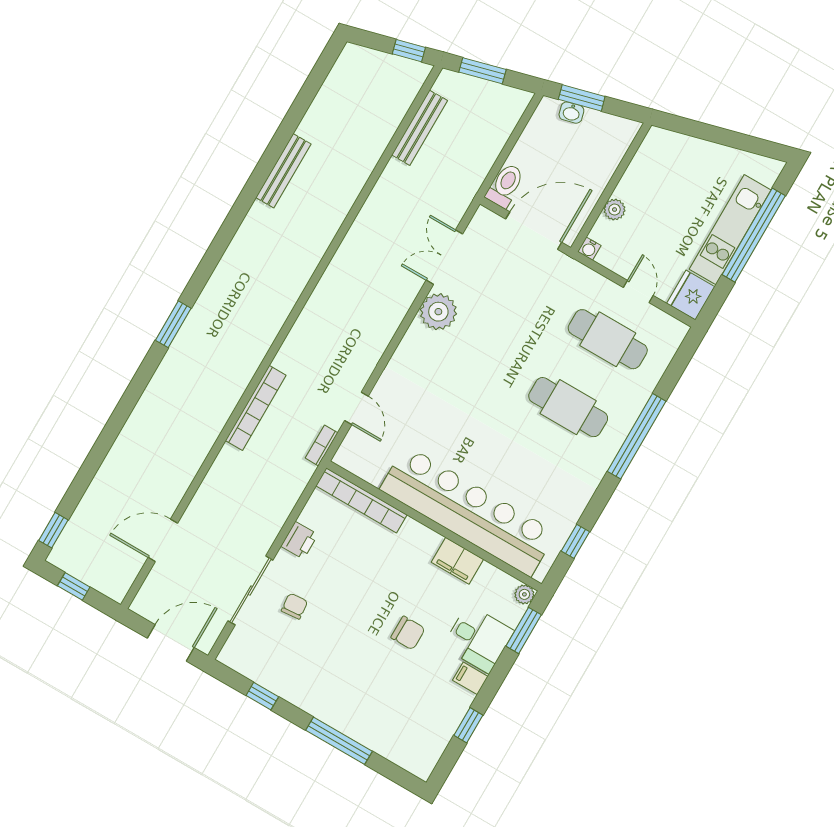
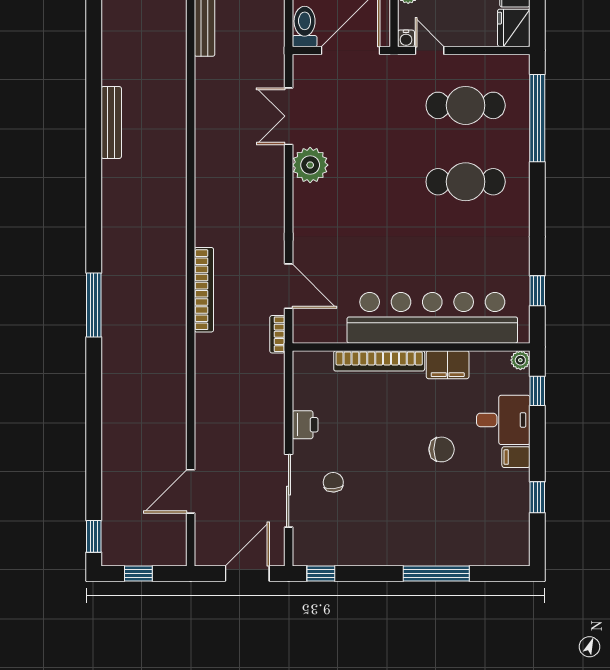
door: (638, 291) -> (430, 50), moved
window: (173, 324) -> (94, 305), width x1.44
bookcase: (256, 408) -> (204, 290), moved
door: (356, 408) -> (289, 286), width x1.37
window: (637, 436) -> (537, 118), moved
bookcase: (361, 500) -> (379, 361), moved
window: (524, 630) -> (537, 391), width x0.67
window: (262, 696) -> (321, 574), moved

